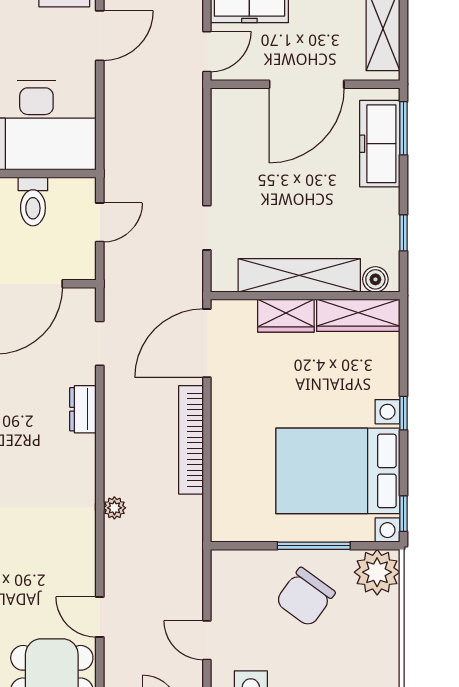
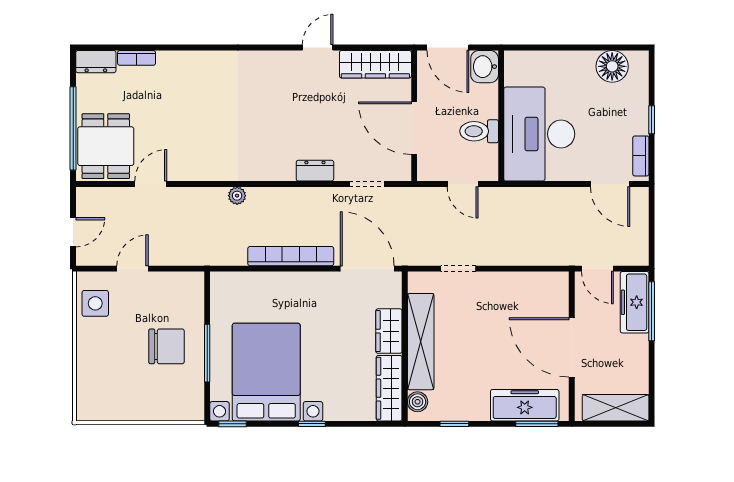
plant: (377, 572) -> (186, 403), removed
chair: (305, 597) -> (167, 346), turned 144

